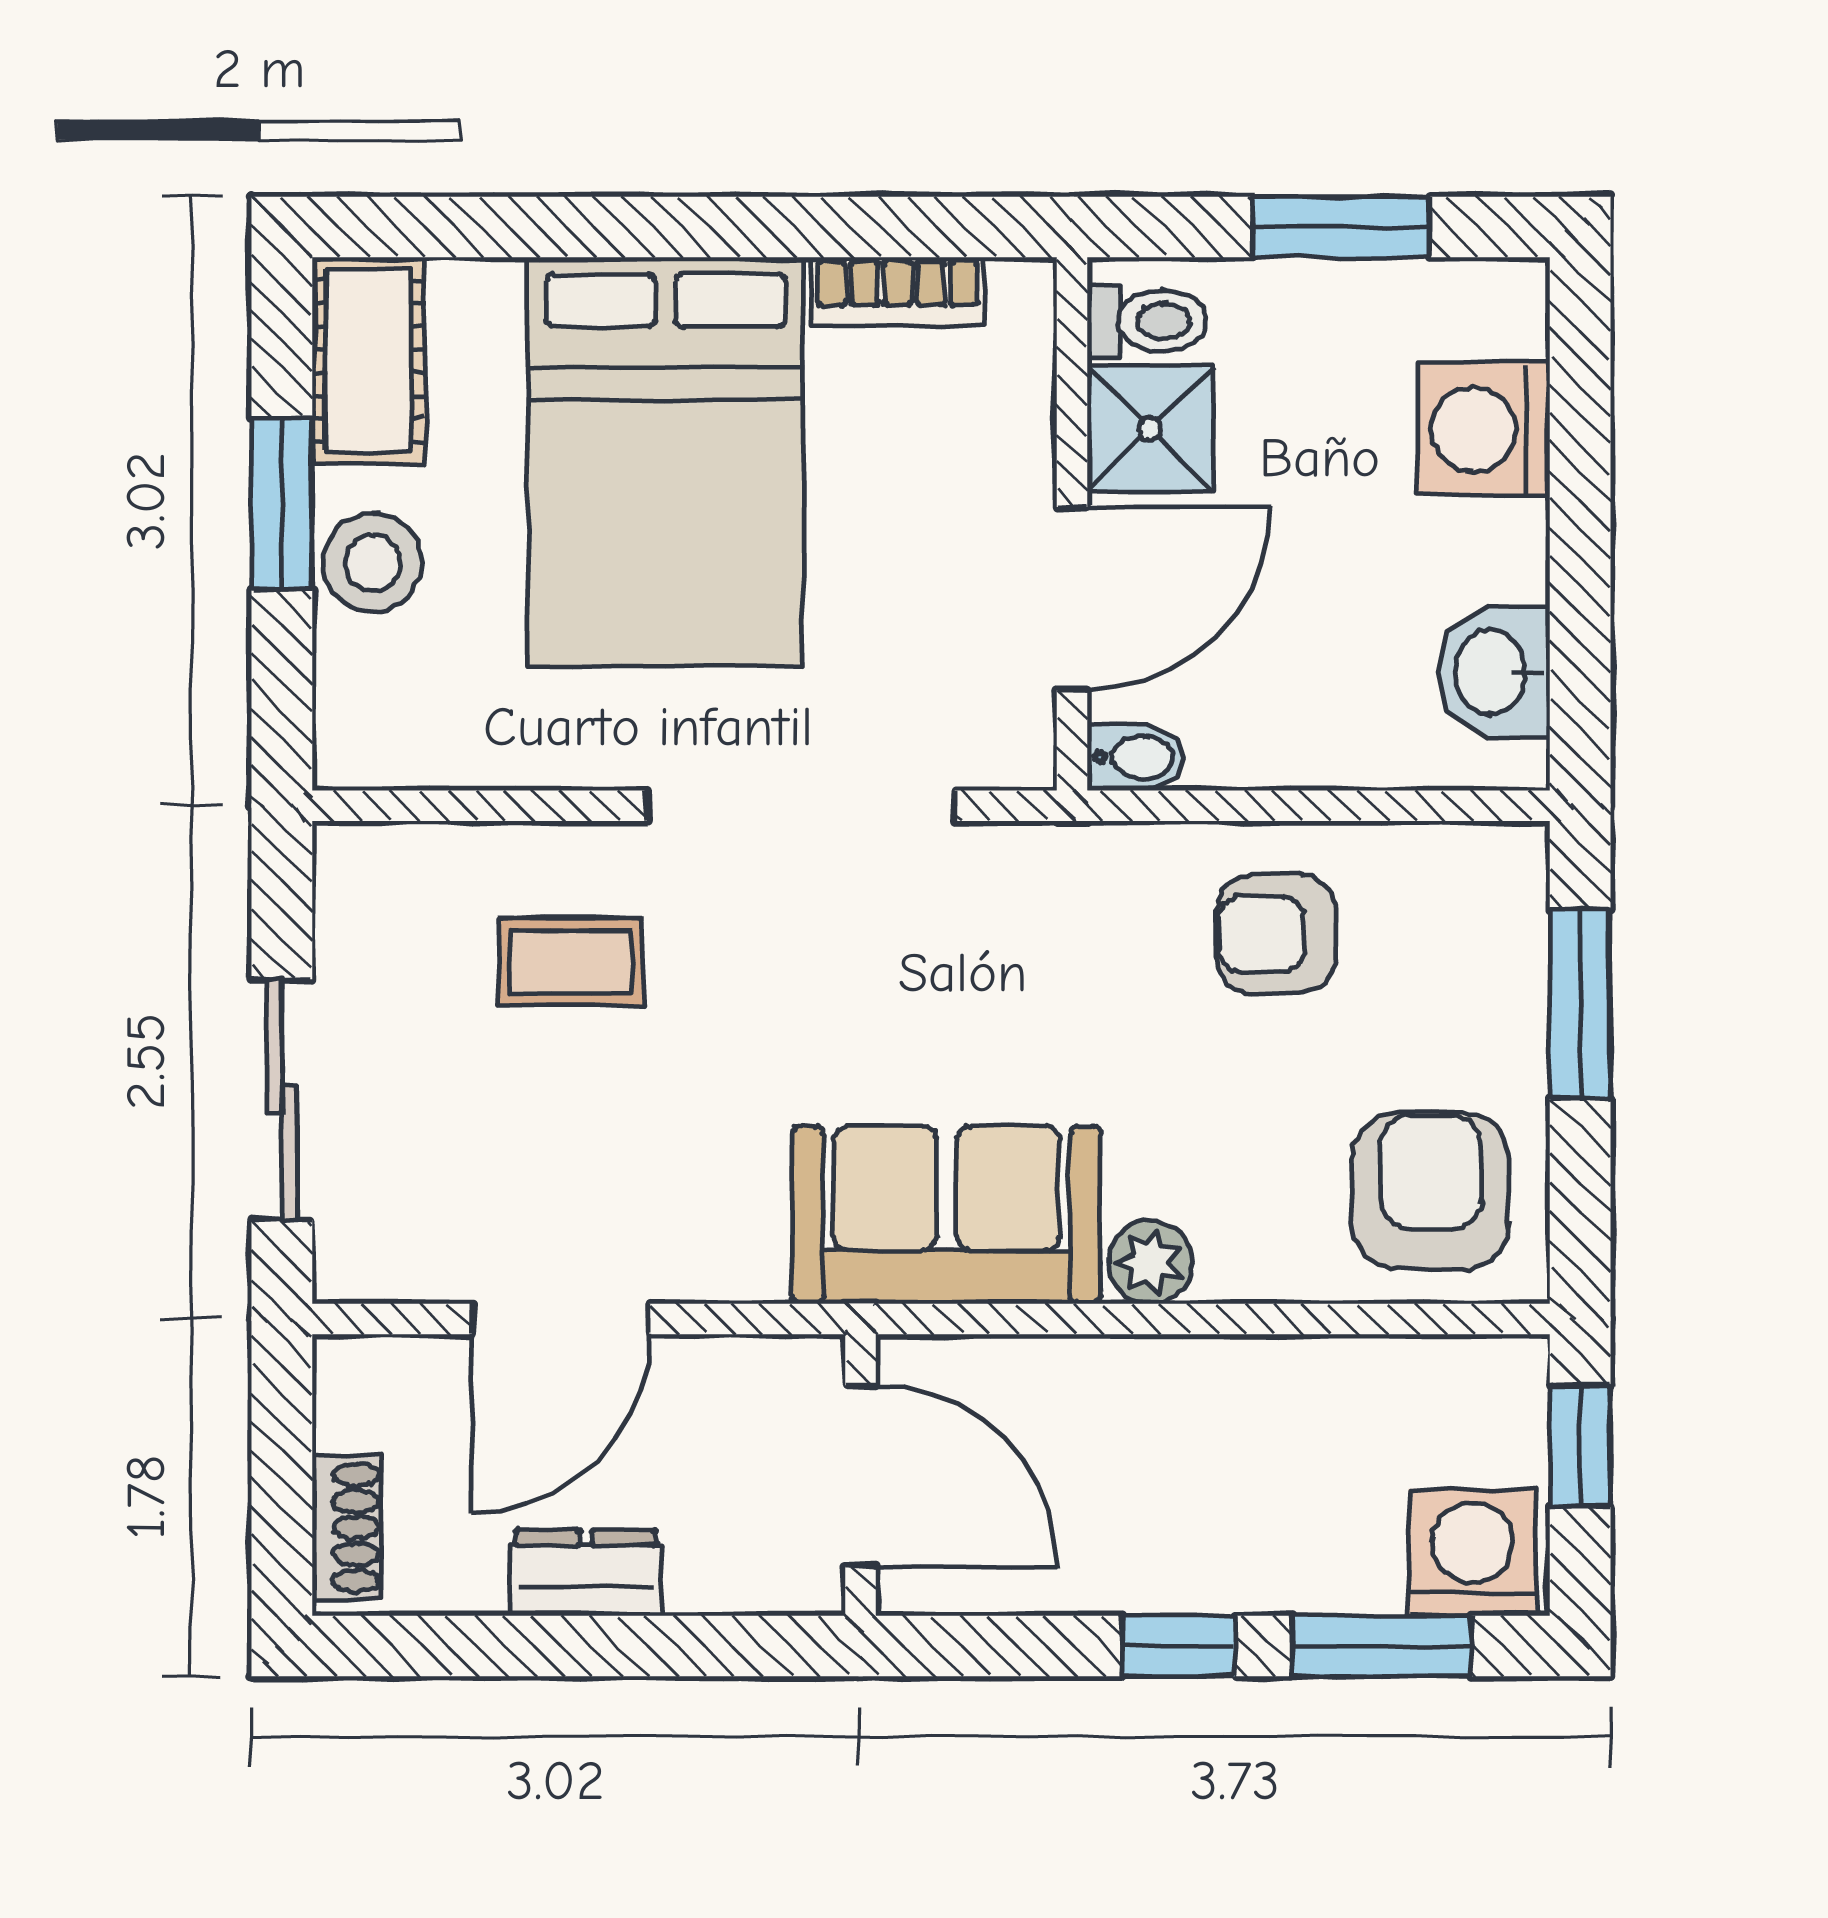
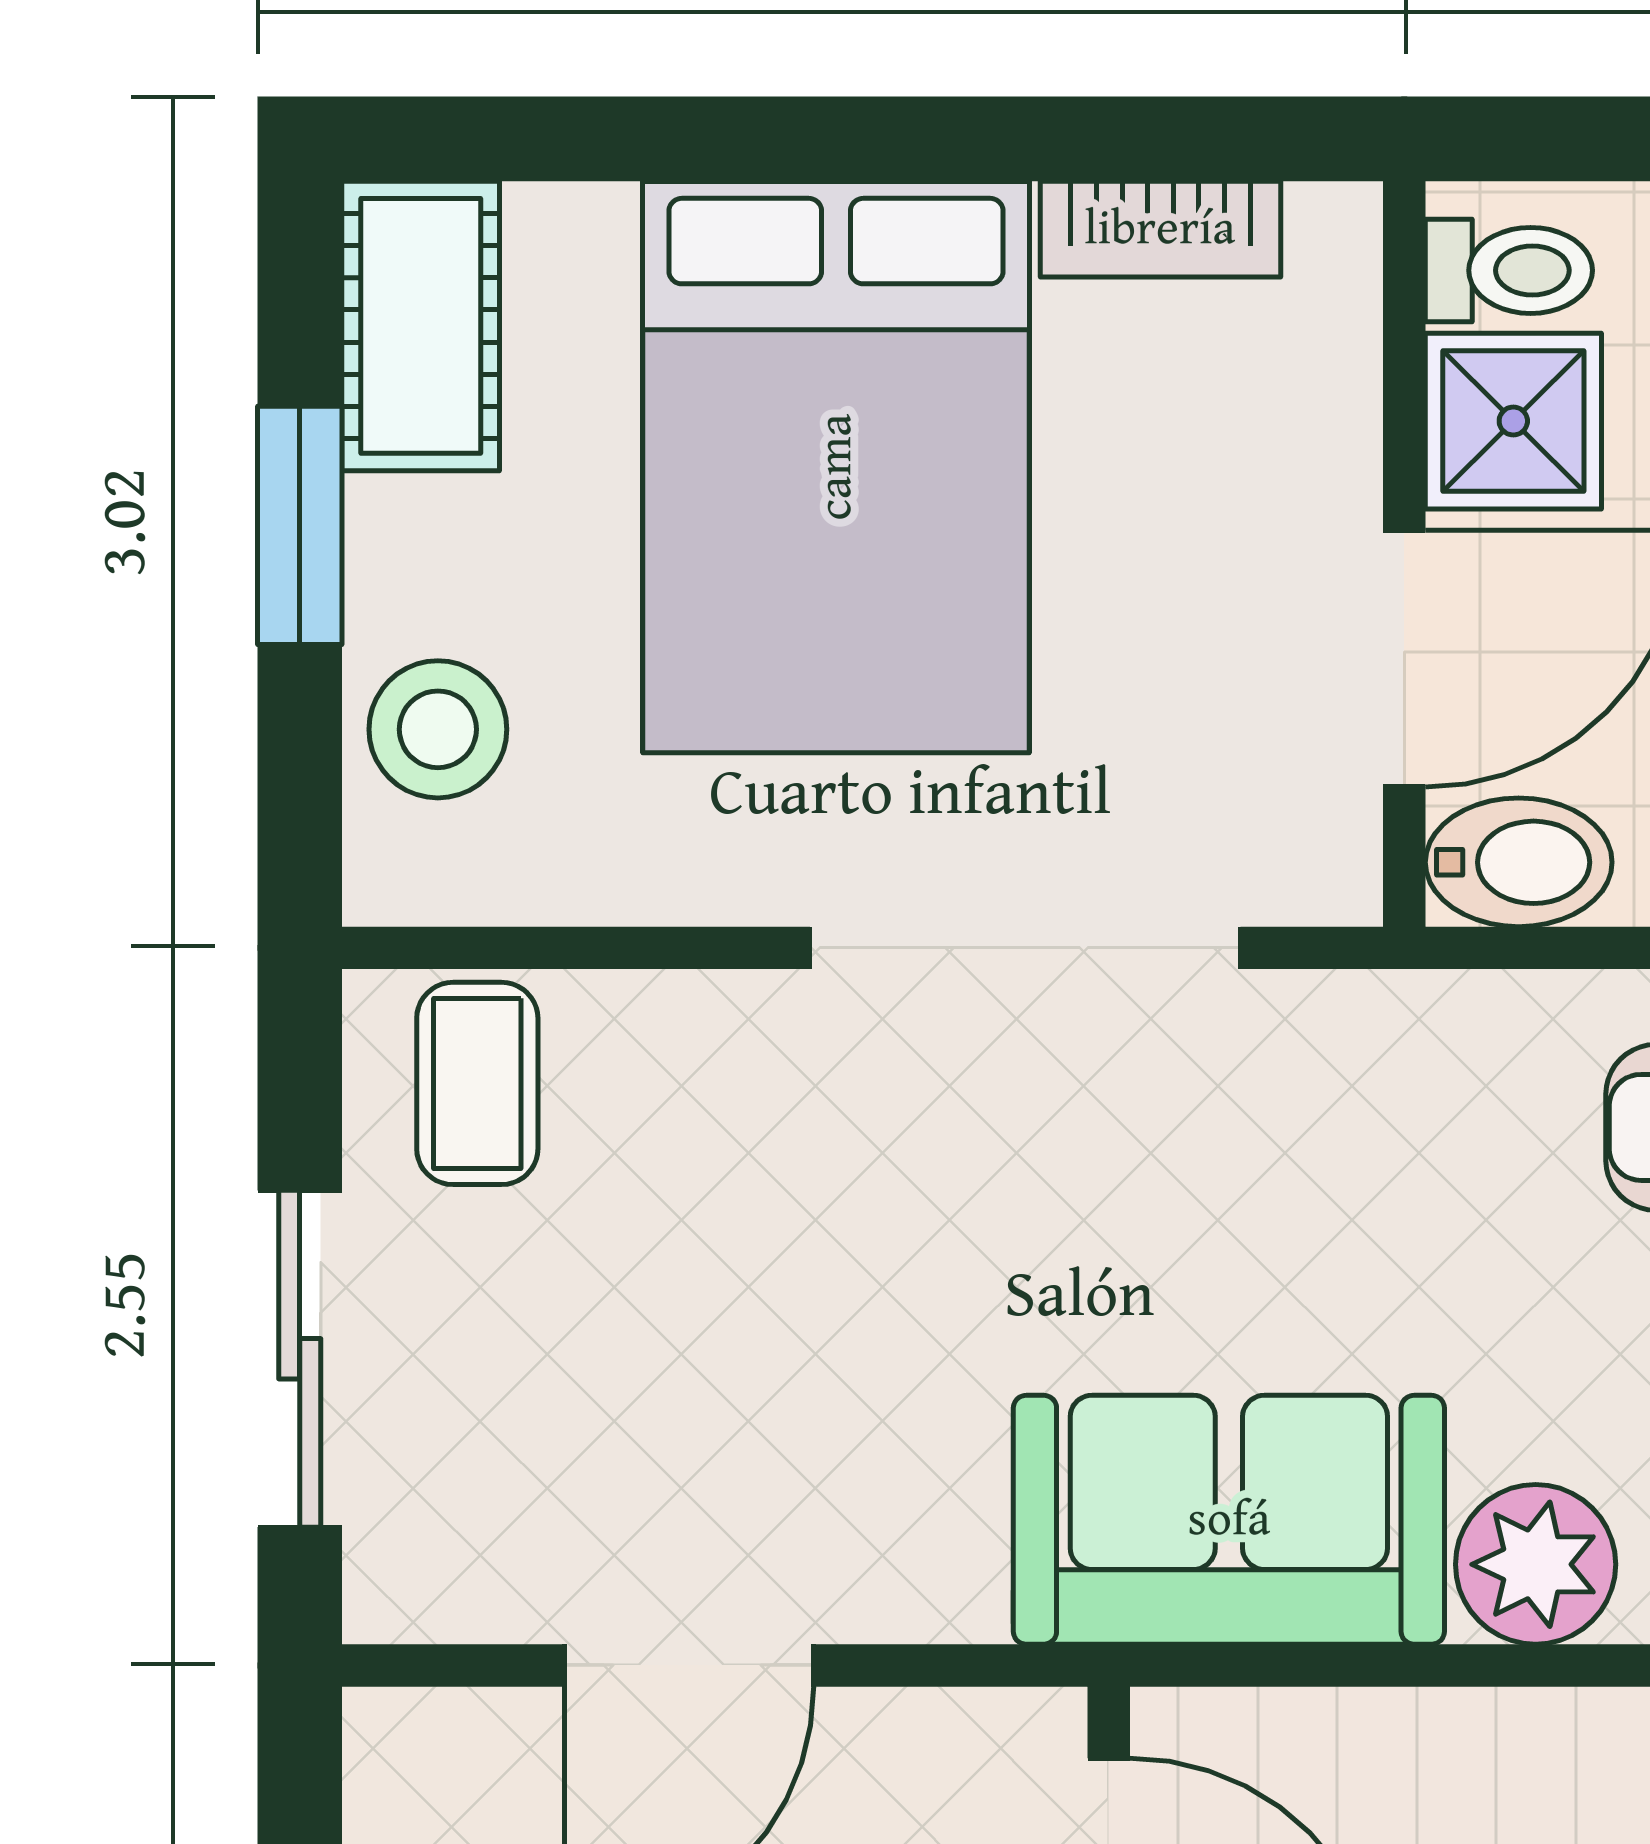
stool: (372, 563) -> (438, 729), moved
bidet: (1136, 757) -> (1519, 862), width x1.38, depth x1.36
coffee table: (571, 962) -> (477, 1083), moved, turned 90
plant: (1150, 1262) -> (1536, 1564), width x1.38, depth x1.38

